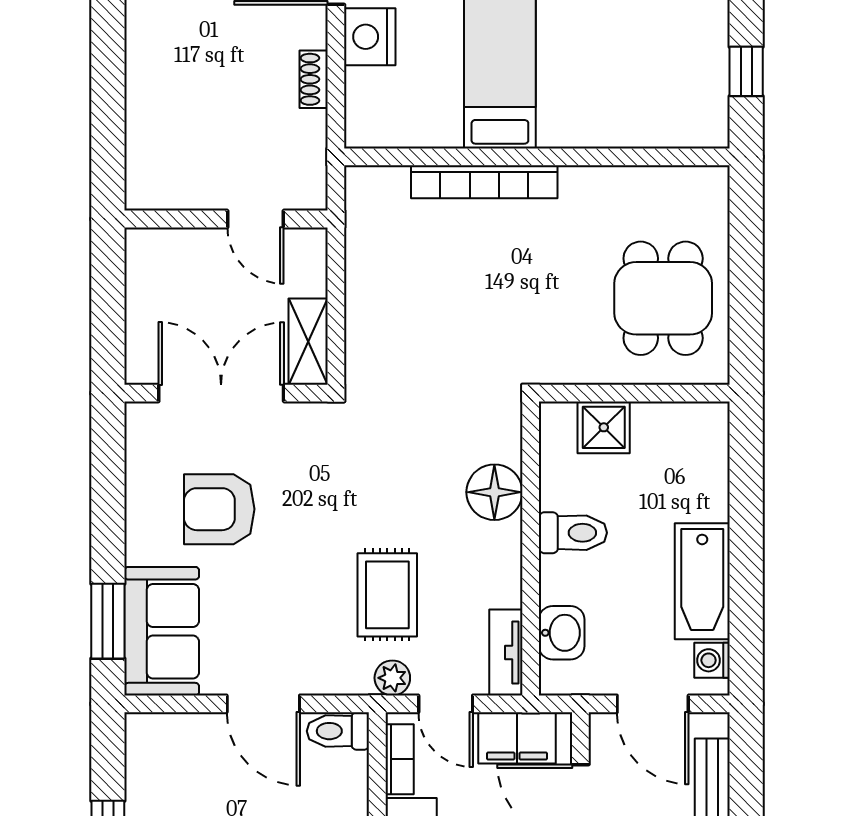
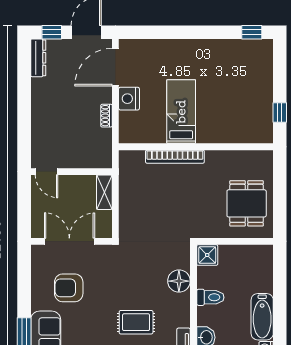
door: (255, 219) -> (47, 172), moved
shelving: (308, 342) -> (104, 192), moved
shower: (604, 427) -> (207, 255), moved
rug: (387, 595) -> (136, 322), turned 90

